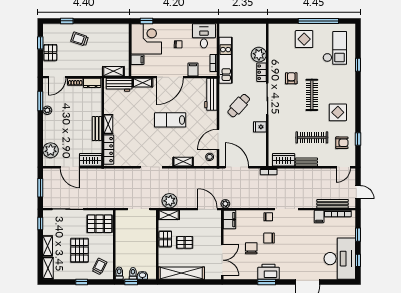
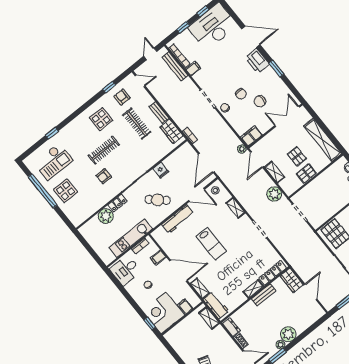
checkout: (335, 48) -> (53, 162), turned 180
workbench: (211, 94) -> (178, 219), moved
plant: (51, 150) -> (288, 334), moved
shelving: (169, 215) -> (275, 172), moved
printer: (269, 272) -> (257, 61), moved

